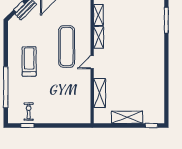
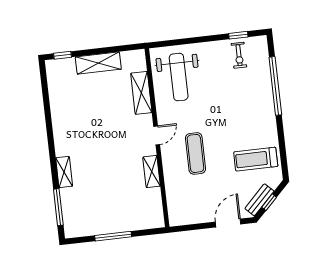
shelving: (98, 15) -> (64, 172), moved
exercise mat: (67, 47) -> (195, 153), width x0.73, depth x0.69
treadmill: (29, 61) -> (256, 159), moved, turned 90
weight bench: (72, 101) -> (179, 77), added

